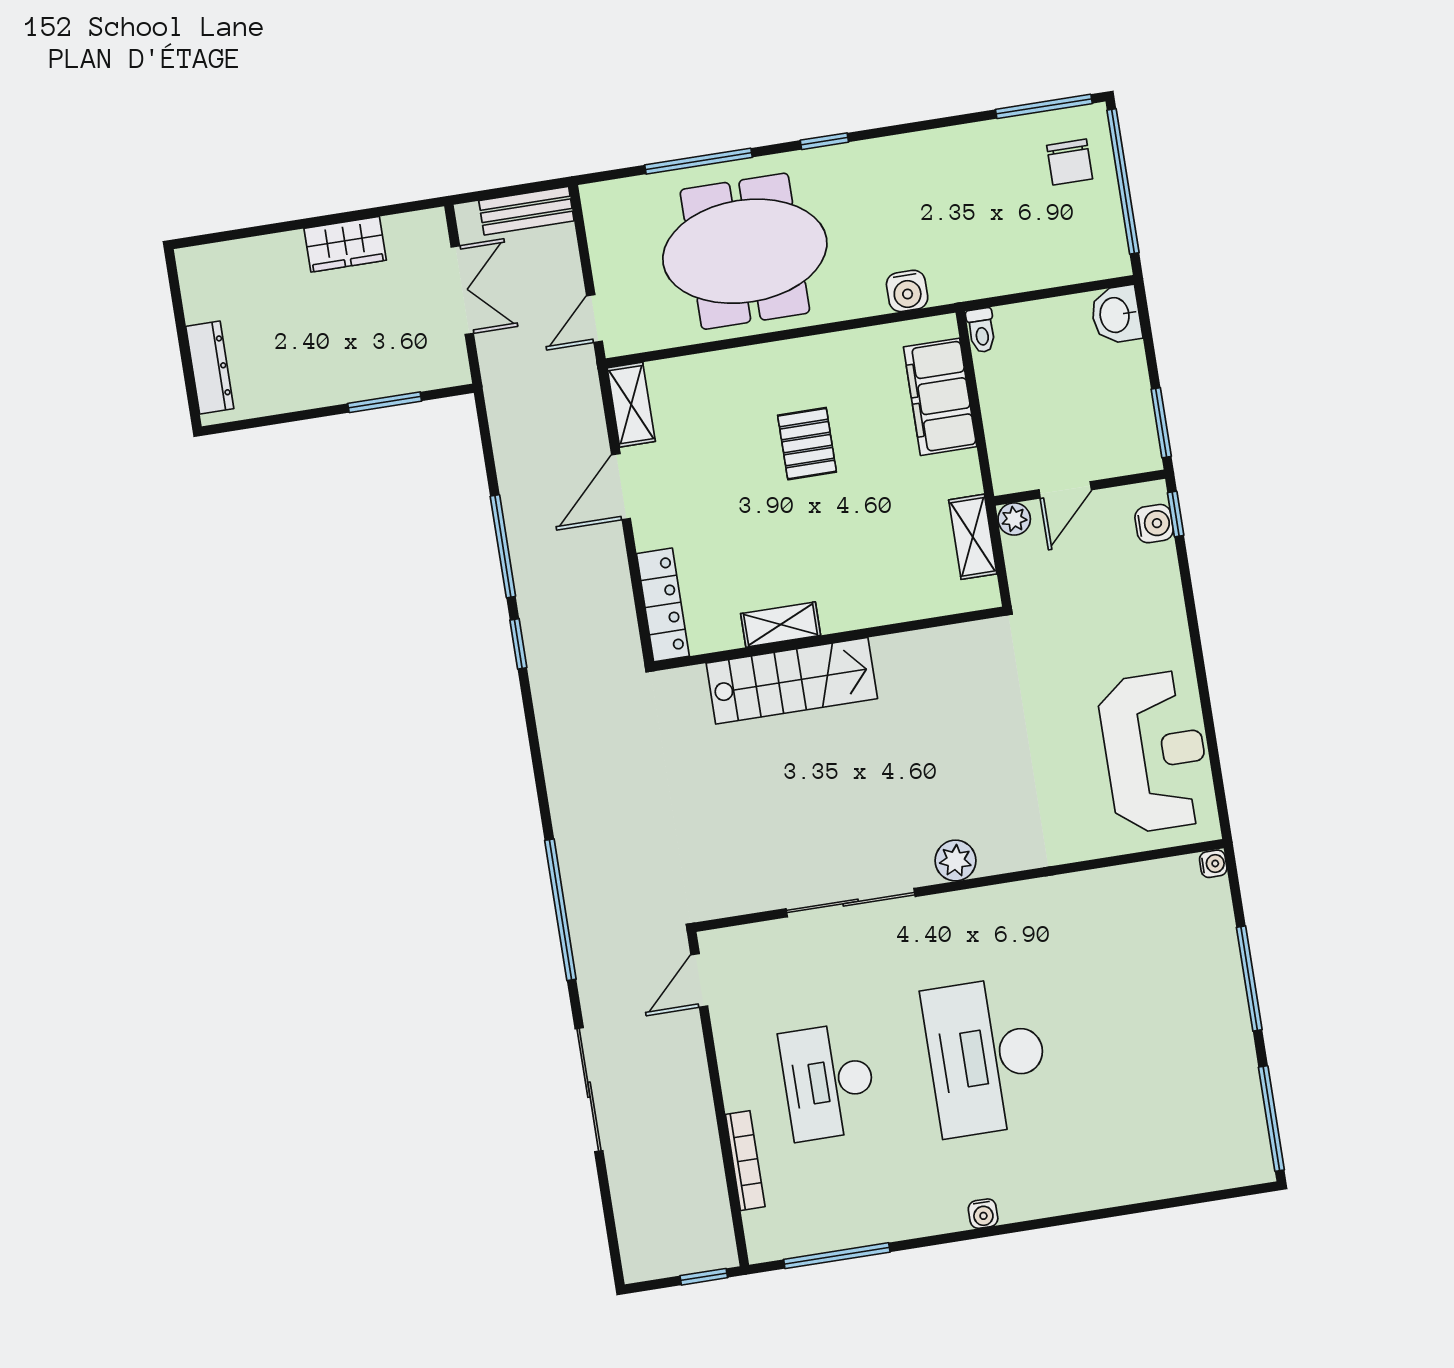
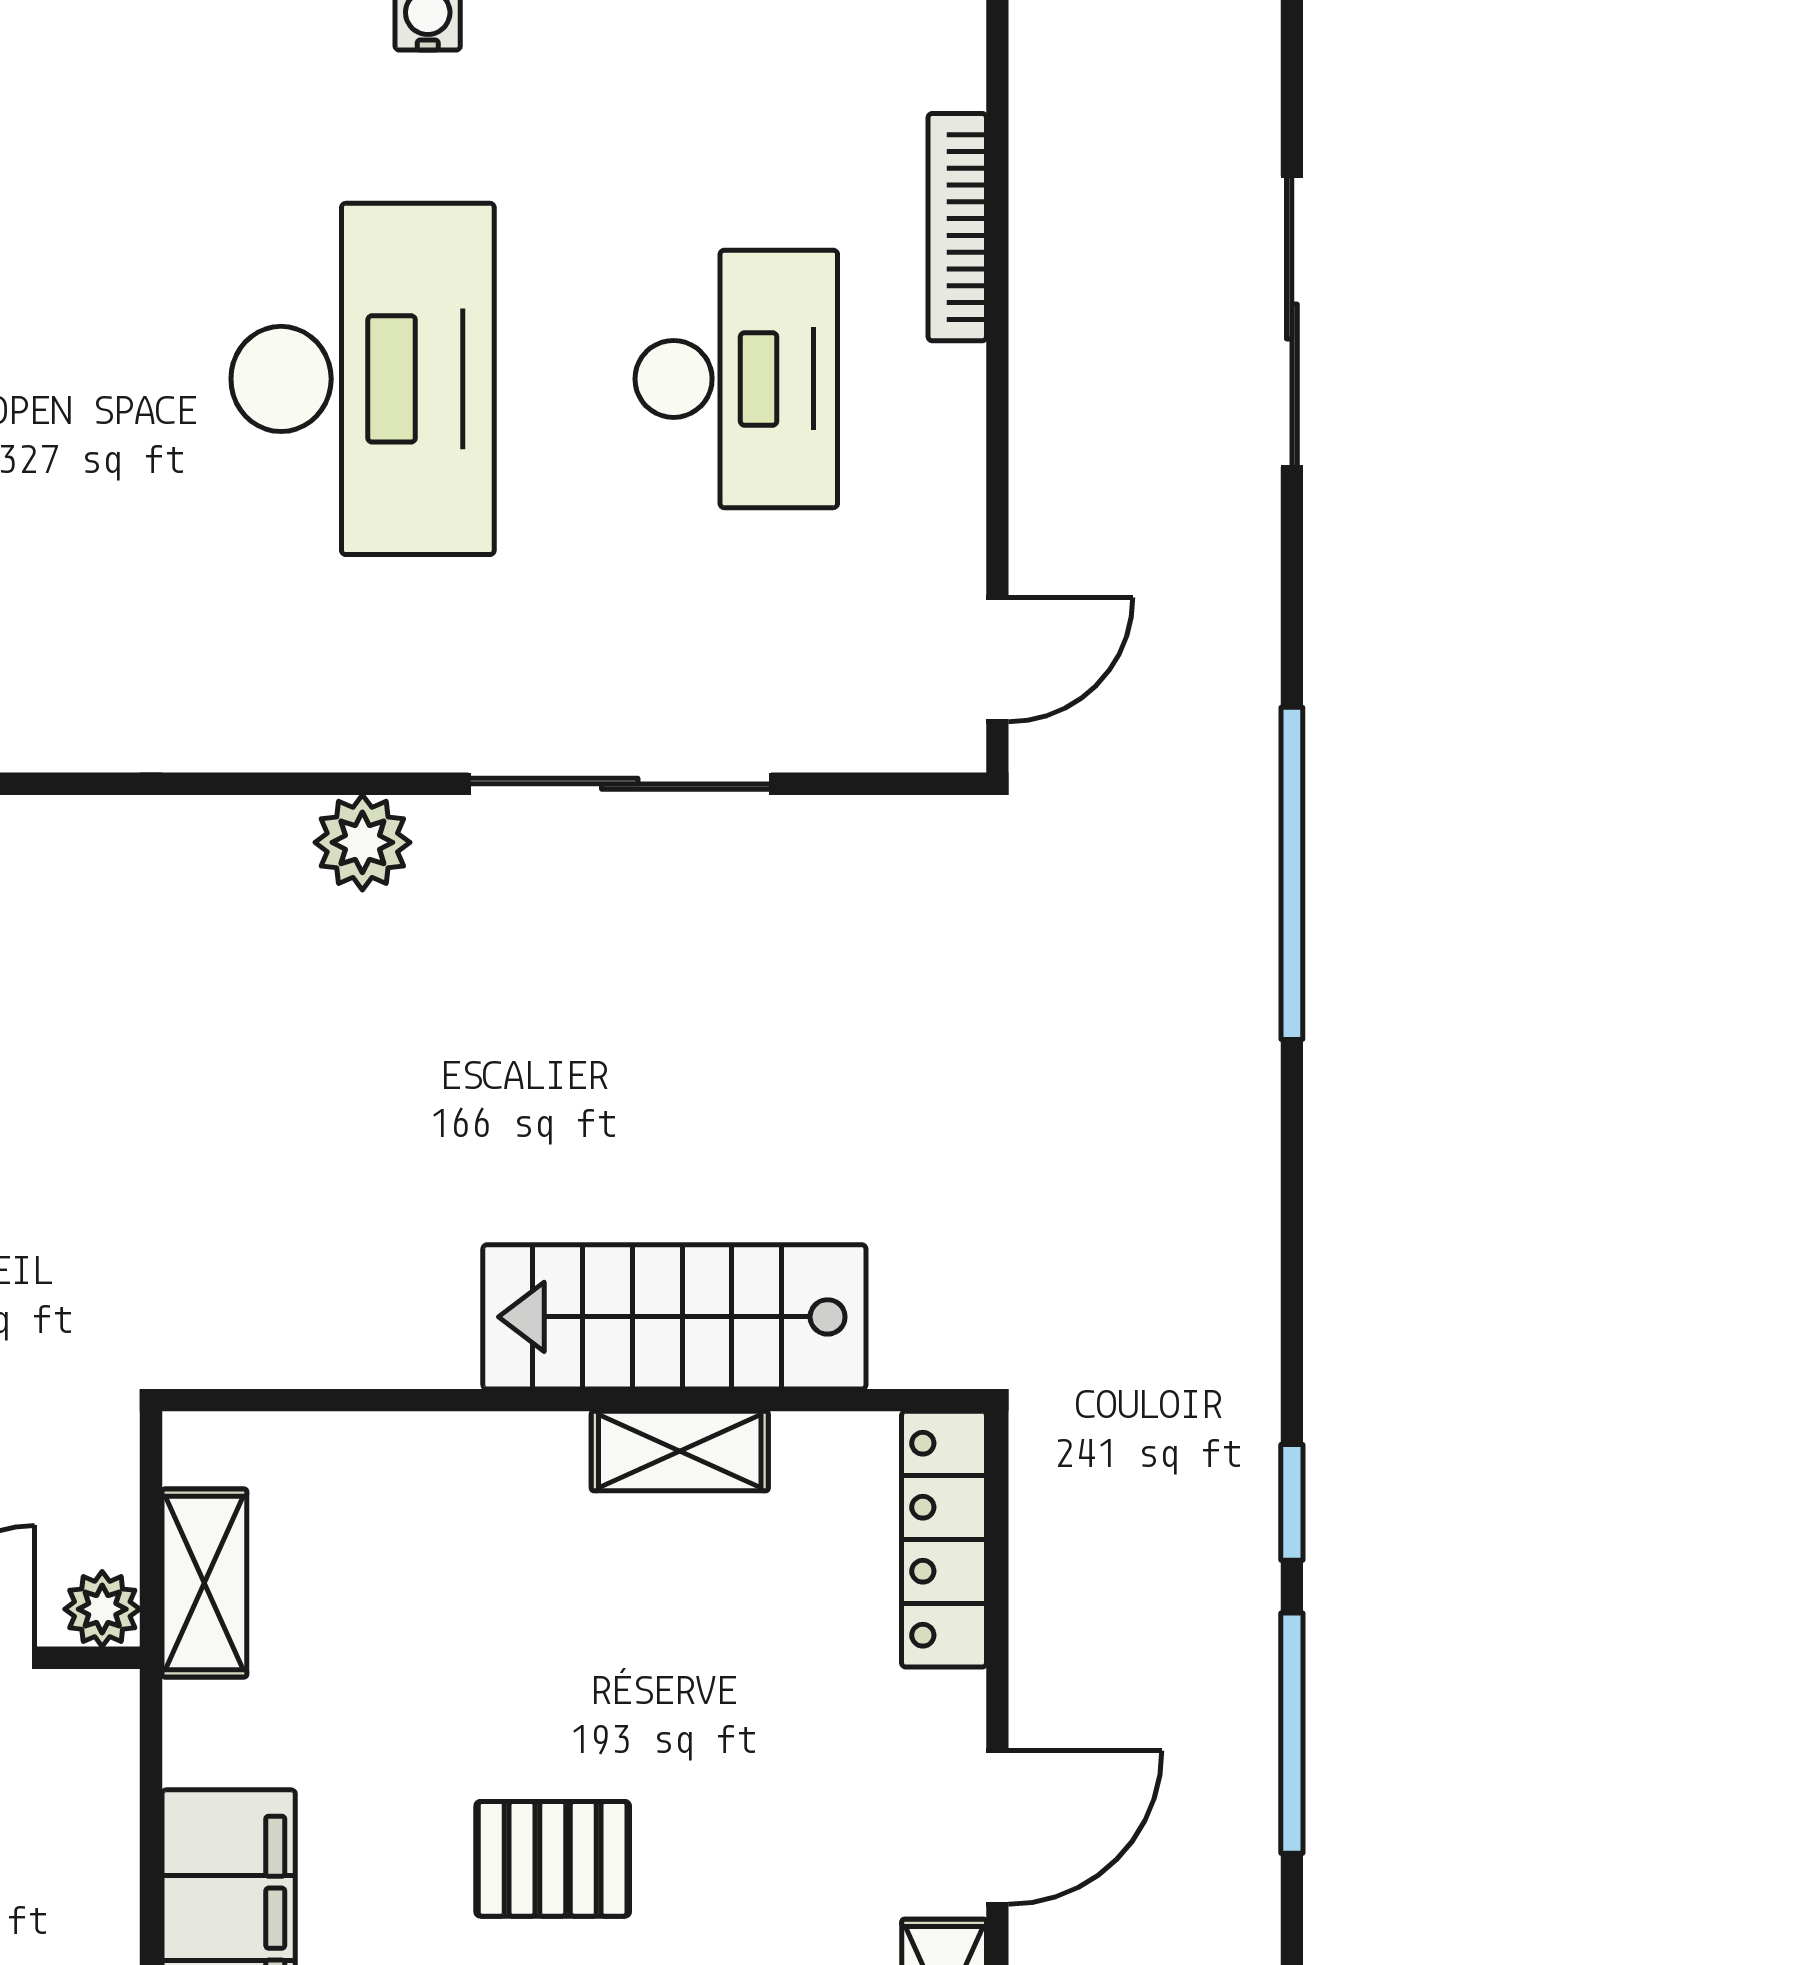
pallet: (807, 444) -> (553, 1859), turned 90
sliding door: (589, 1090) -> (1292, 321), moved

